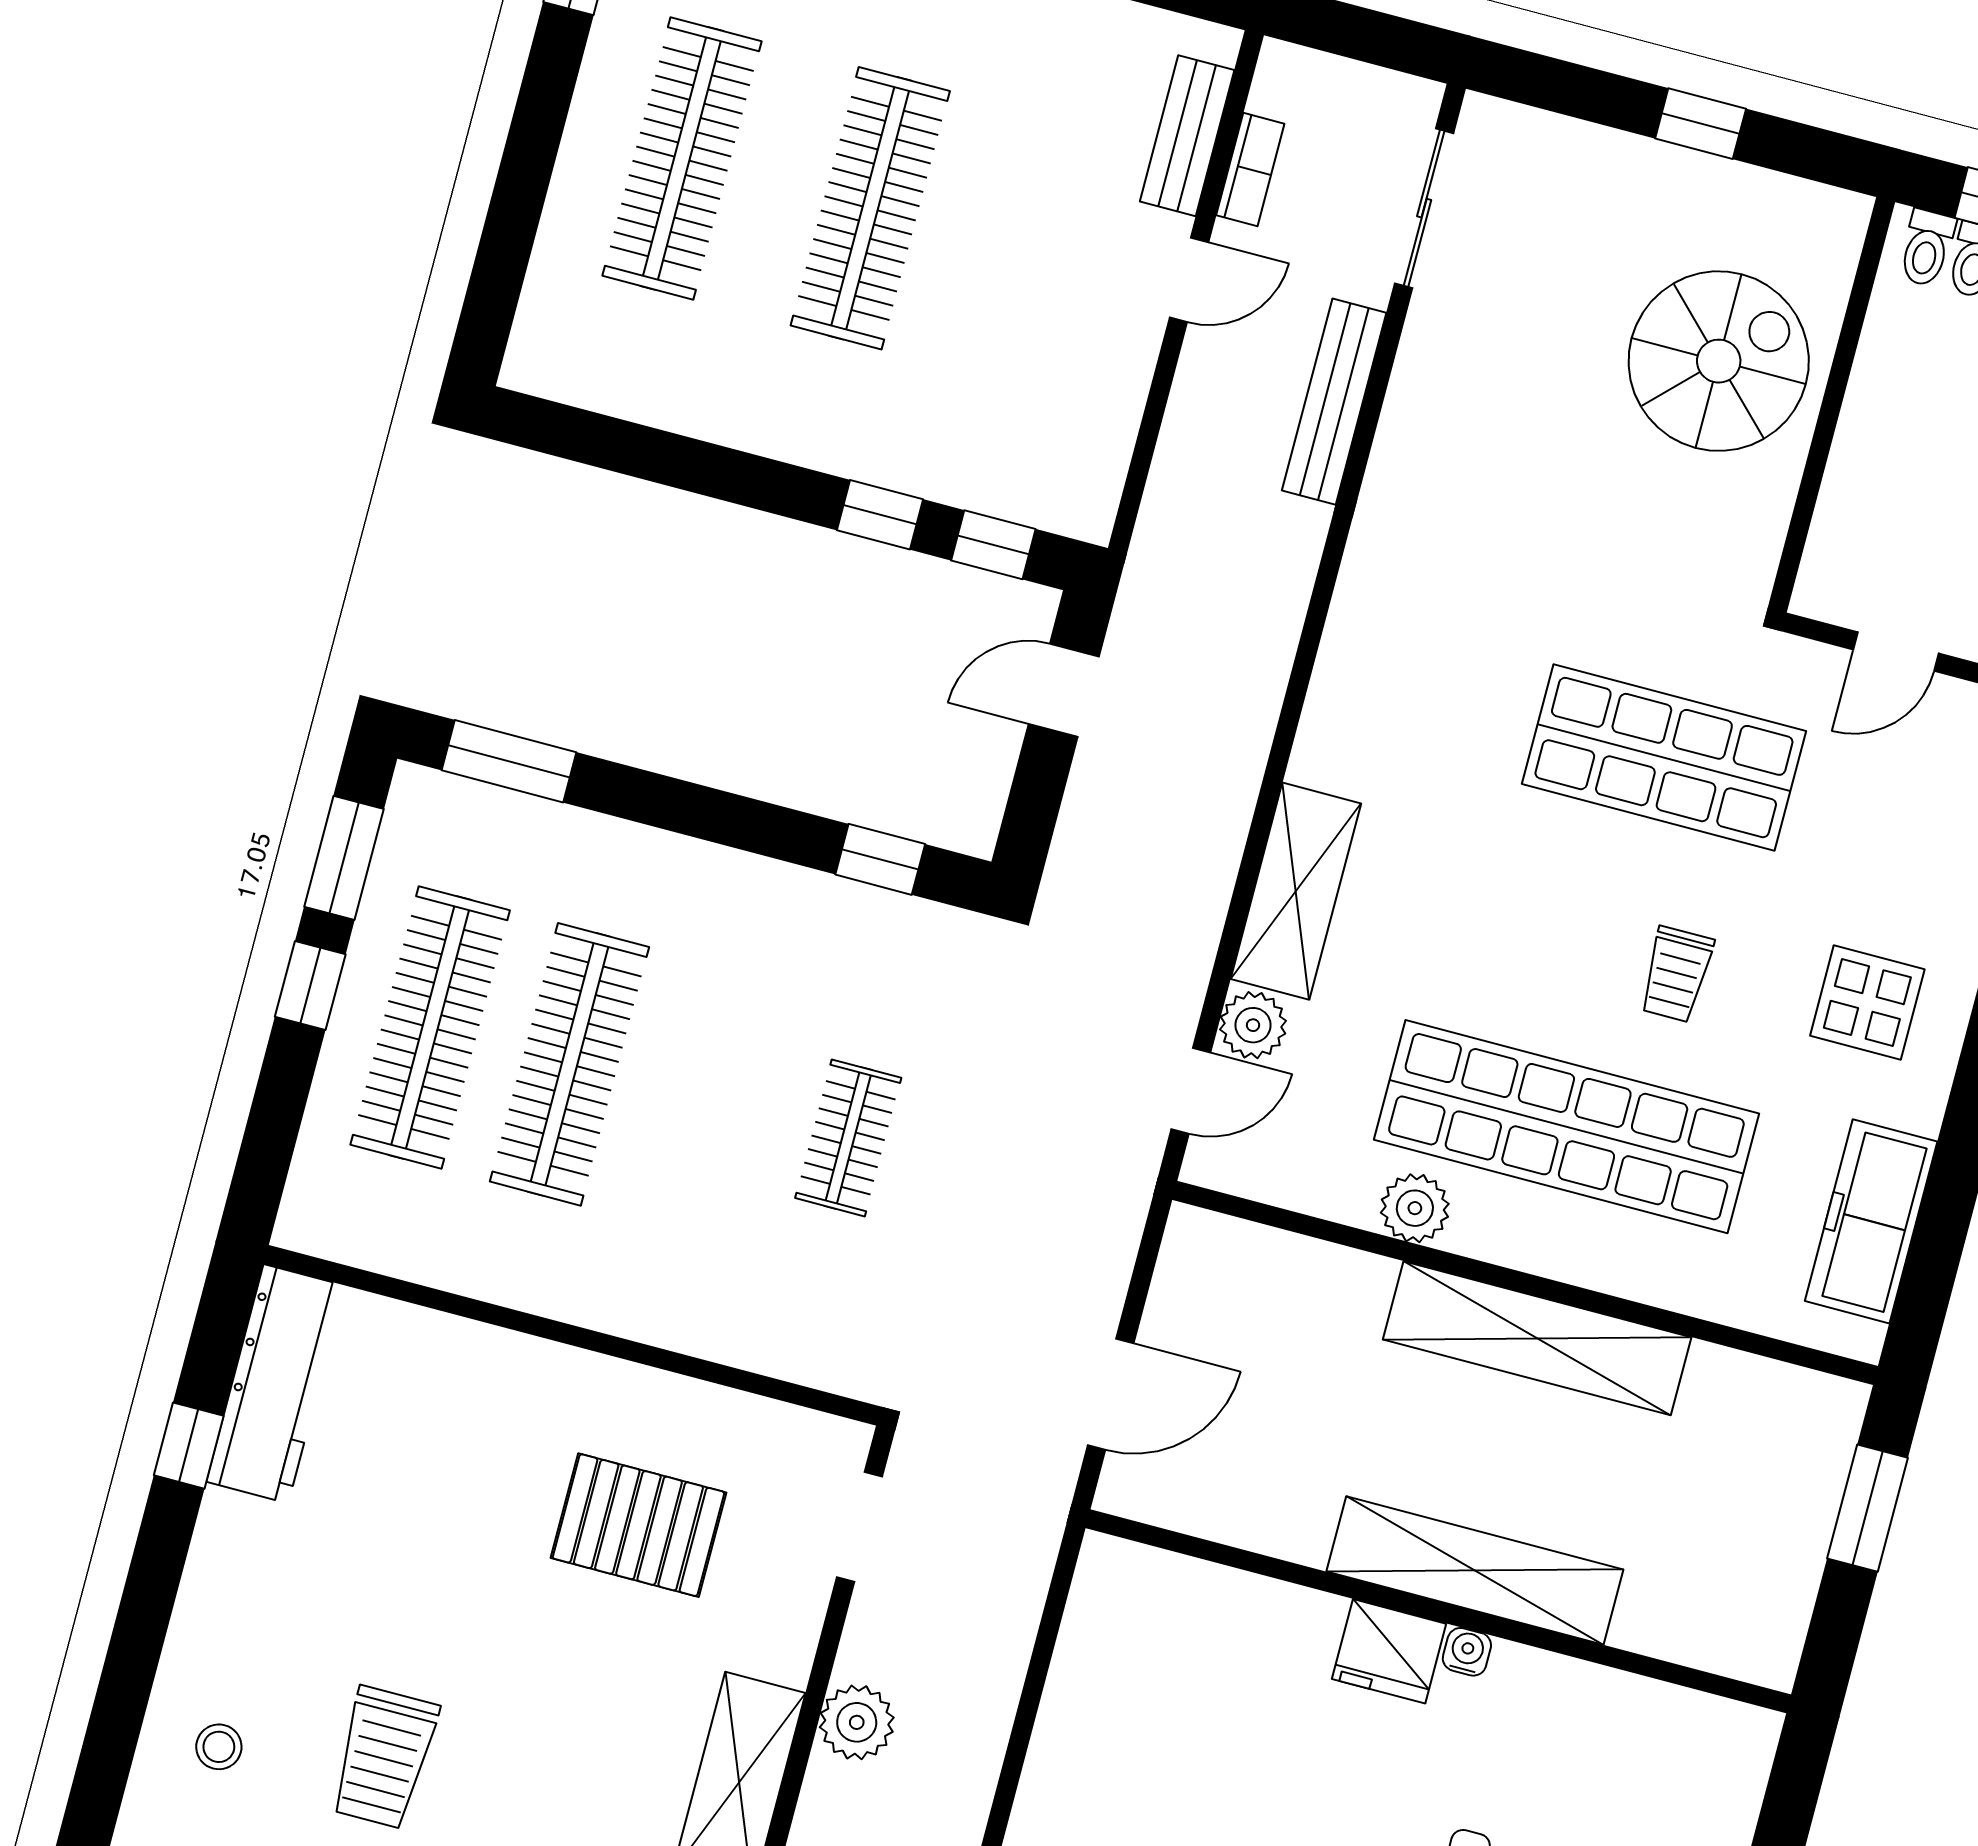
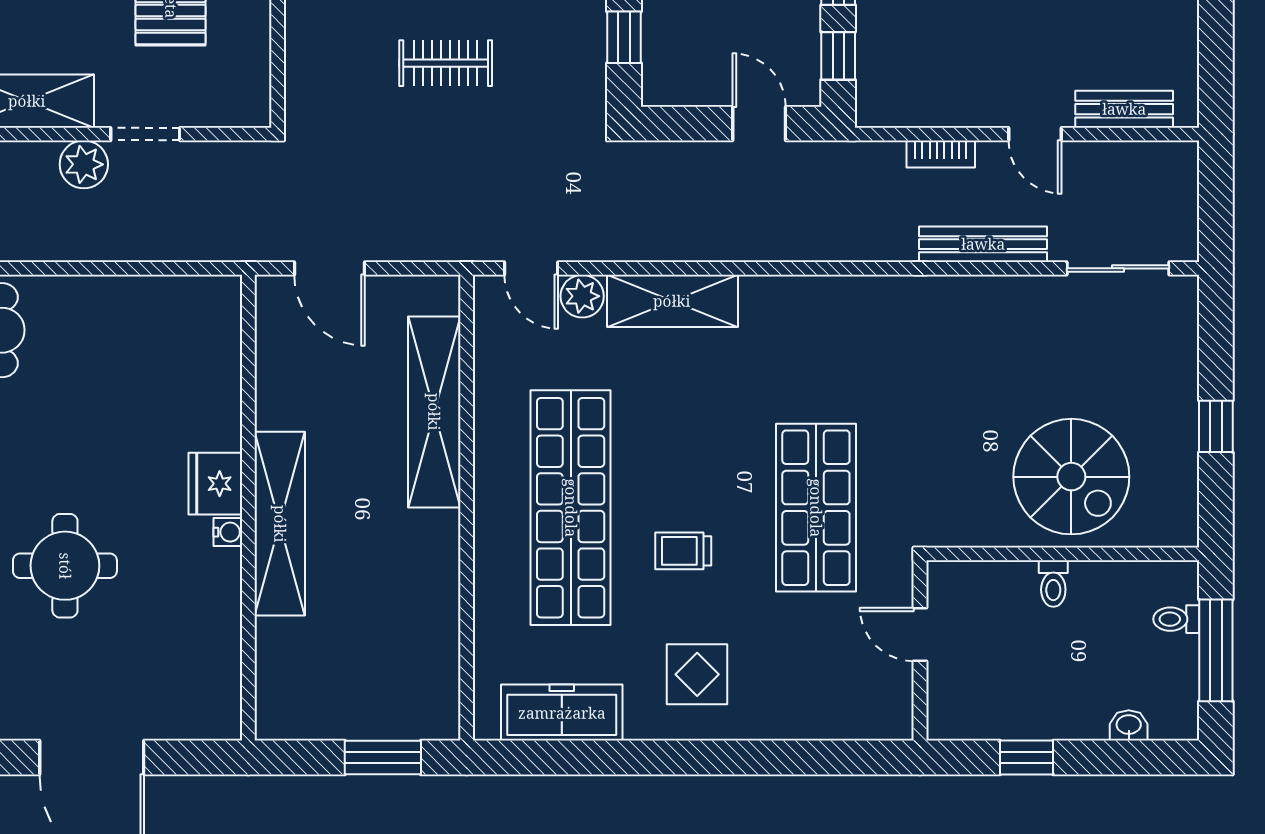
bookcase: (1250, 169) -> (941, 154), moved
toilet: (1927, 248) -> (1053, 584), moved, turned -90
plant: (1415, 1208) -> (495, 427), removed
shelving: (1537, 1338) -> (434, 412), moved
doorway: (860, 1527) -> (145, 134), moved

